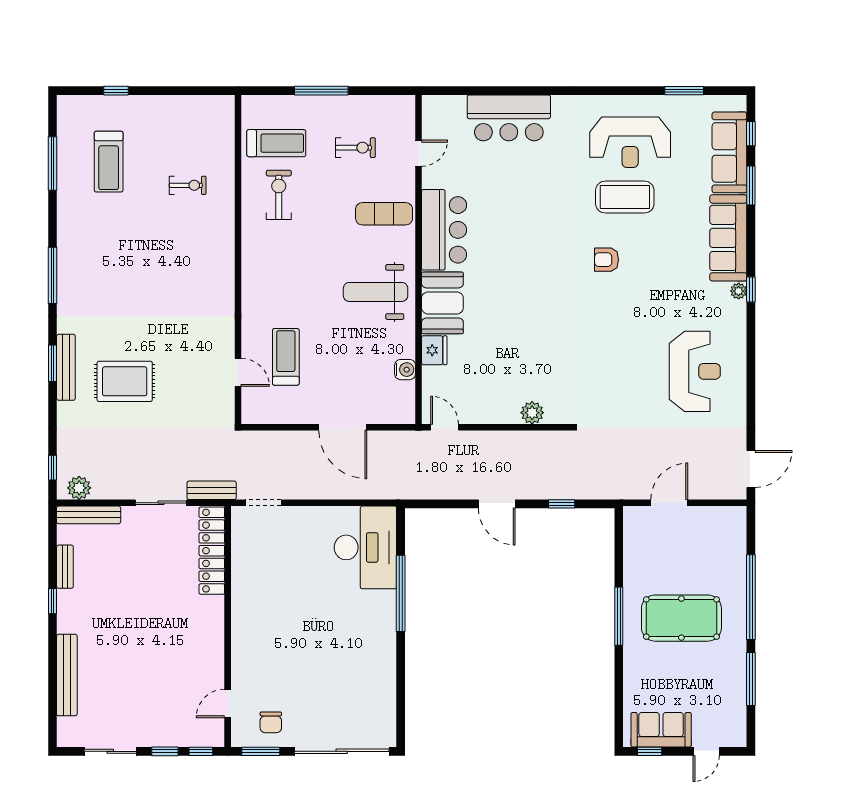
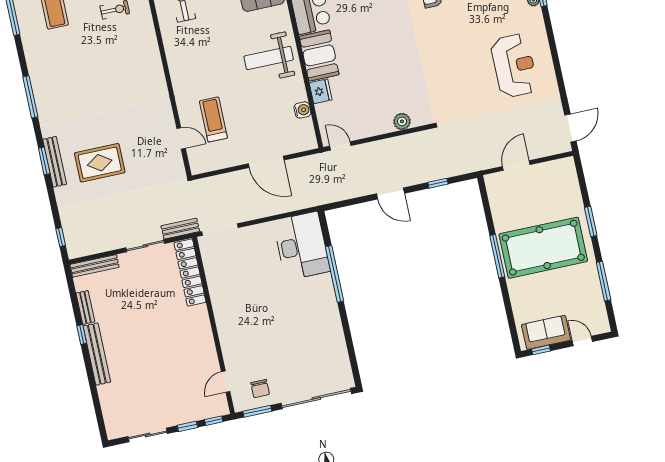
plant: (79, 488) -> (83, 248), removed
doorway: (263, 503) -> (220, 230), width x1.38
window: (751, 597) -> (591, 221), width x0.47
pool table: (681, 618) -> (543, 248), width x1.36, depth x1.32
bench: (67, 675) -> (97, 354), moved
door: (706, 751) -> (582, 341), swing flipped

